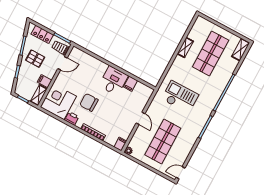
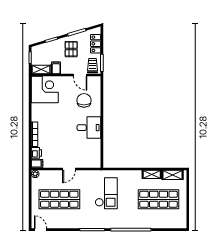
shelving: (241, 50) -> (172, 175), moved
filing cabinet: (131, 84) -> (94, 144), removed
chair: (89, 102) -> (84, 100), moved
printer: (72, 118) -> (36, 153), moved

